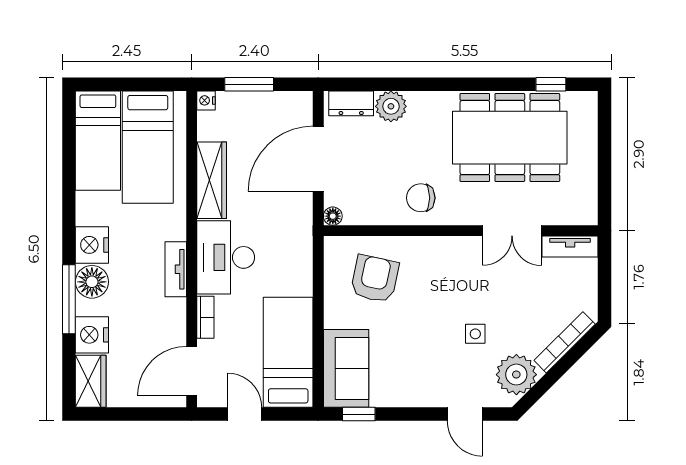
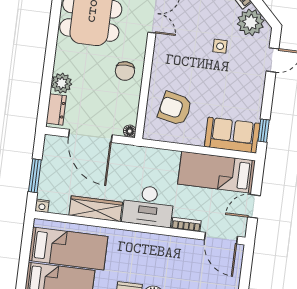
tv unit: (176, 269) -> (152, 240), removed

